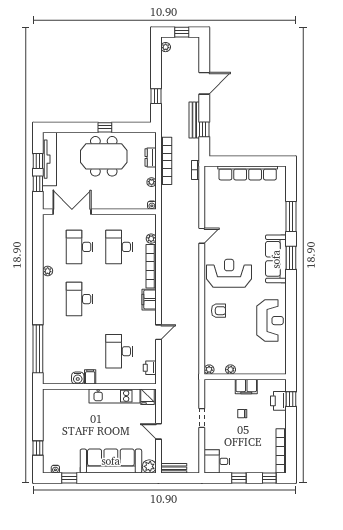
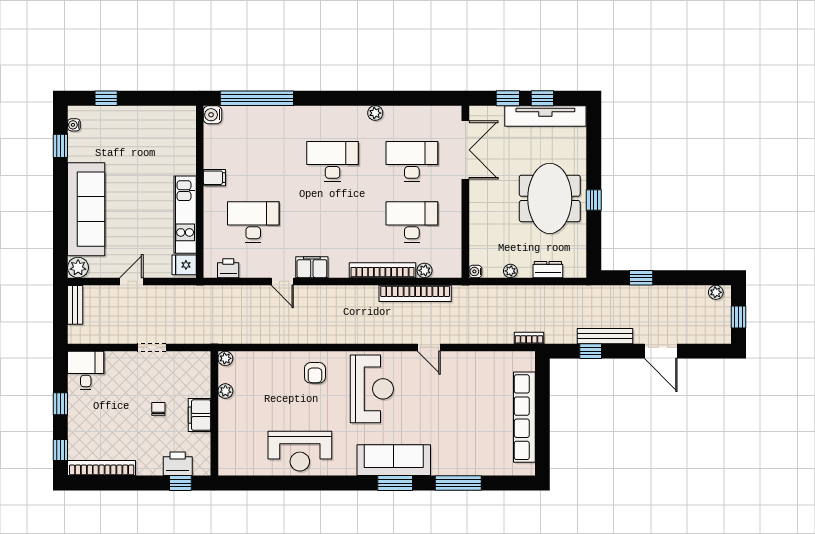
bookcase: (166, 161) -> (415, 293), moved
filing cabinet: (149, 300) -> (312, 267), moved
water cooler: (78, 378) -> (213, 115), moved

